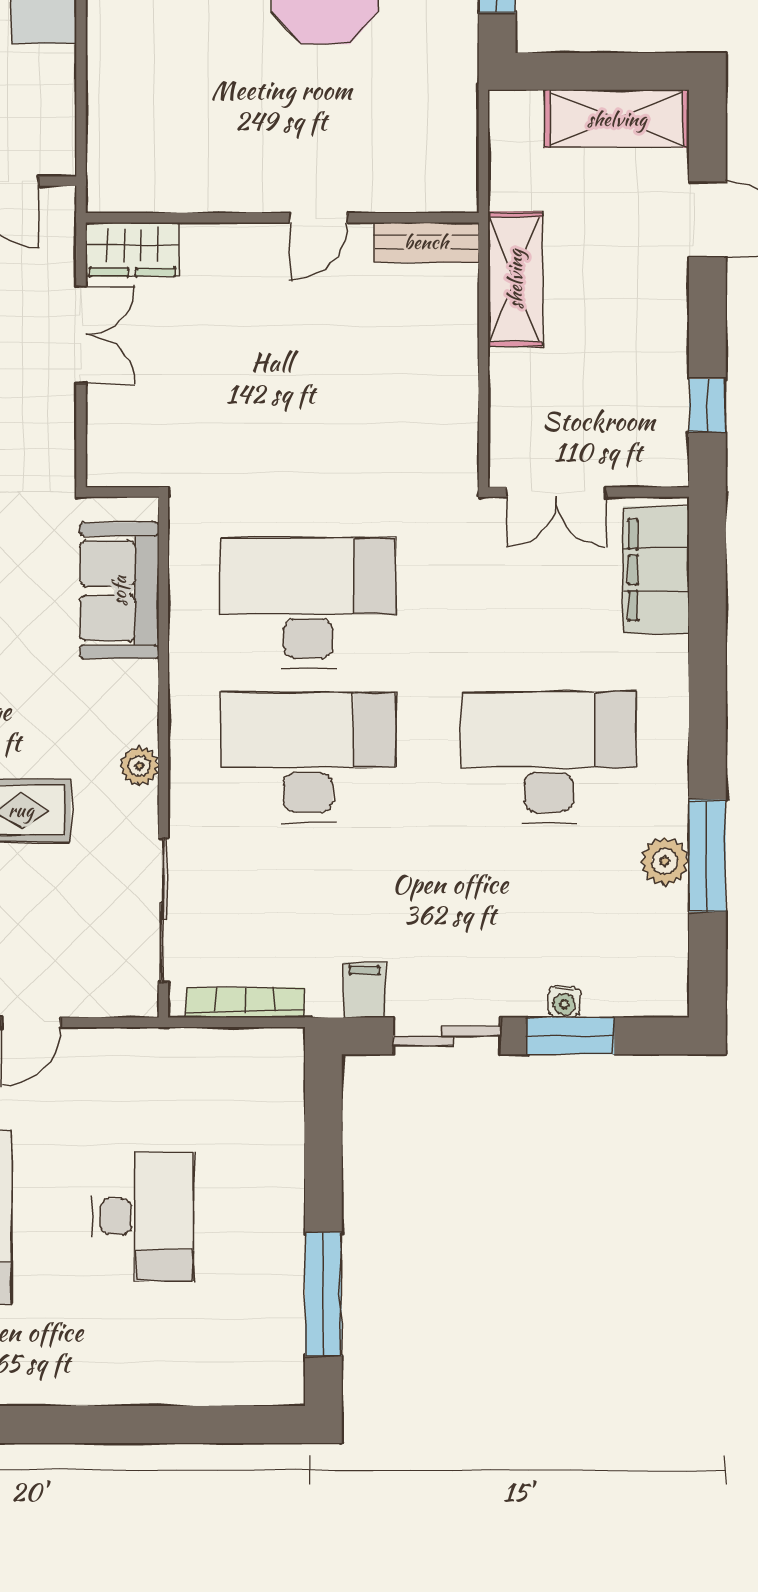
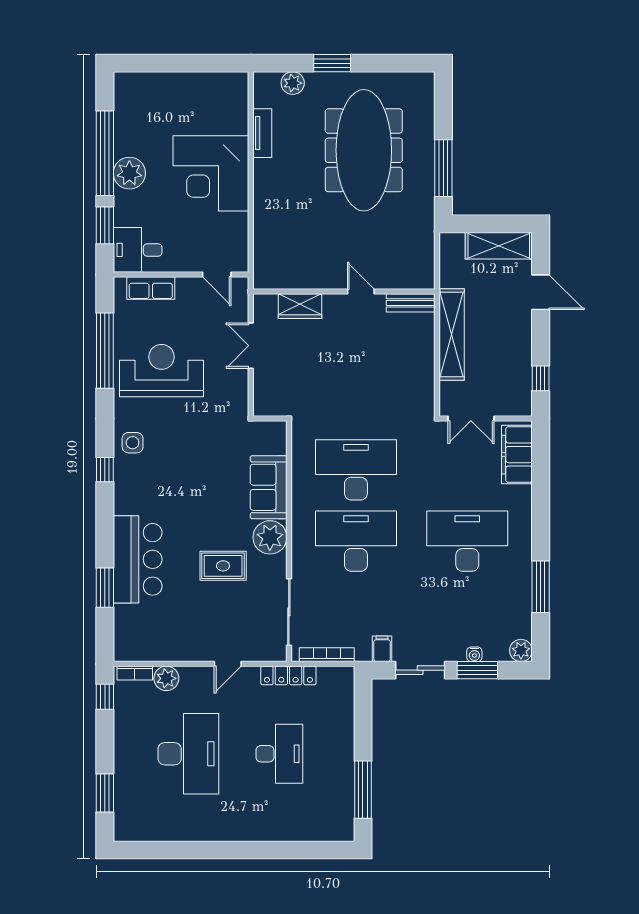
door: (319, 218) -> (361, 292), swing flipped
wardrobe: (132, 249) -> (300, 306), moved
shelving: (515, 279) -> (452, 335), width x1.47
double door: (81, 335) -> (251, 346), swing flipped
sofa: (119, 591) -> (269, 487), moved
plant: (139, 766) -> (270, 537), width x1.87, depth x1.87
plant: (665, 861) -> (521, 650), moved
locker: (162, 1047) -> (288, 675), added

